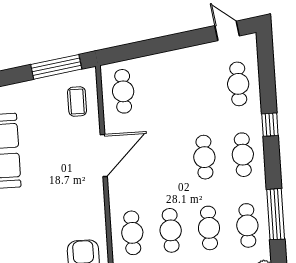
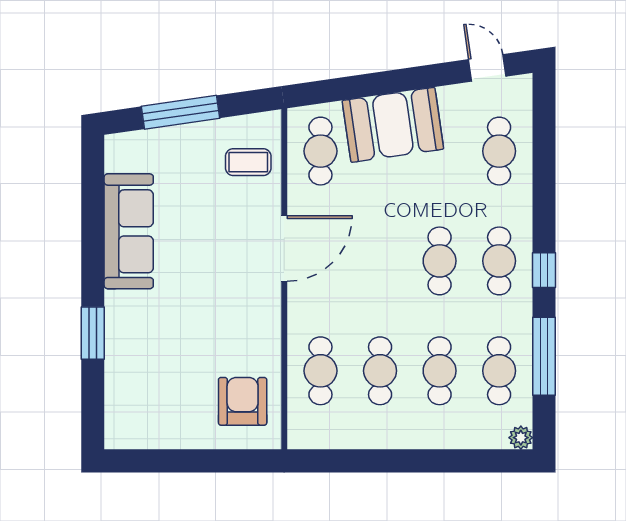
window: (56, 67) -> (180, 112), moved
booth: (169, 71) -> (393, 125), added
coffee table: (77, 101) -> (248, 162), turned 90
window: (270, 125) -> (544, 270), moved

